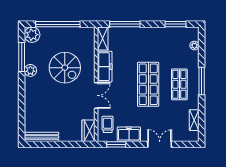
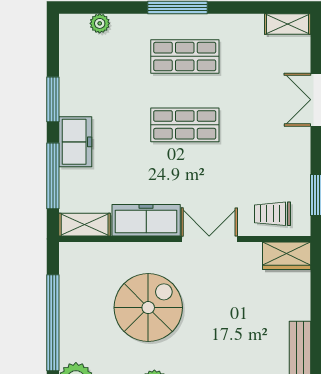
window: (175, 24) -> (53, 99), moved
shop shelf: (148, 84) -> (185, 125), width x0.70, depth x0.74
shelving: (194, 120) -> (288, 24), moved
freezer: (129, 134) -> (75, 142), moved, turned 180

